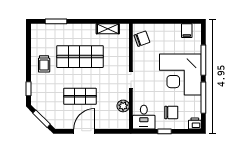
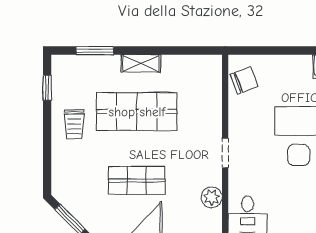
shelving: (108, 29) -> (141, 63), moved
window: (28, 89) -> (47, 88), moved
chair: (171, 112) -> (295, 208), removed

